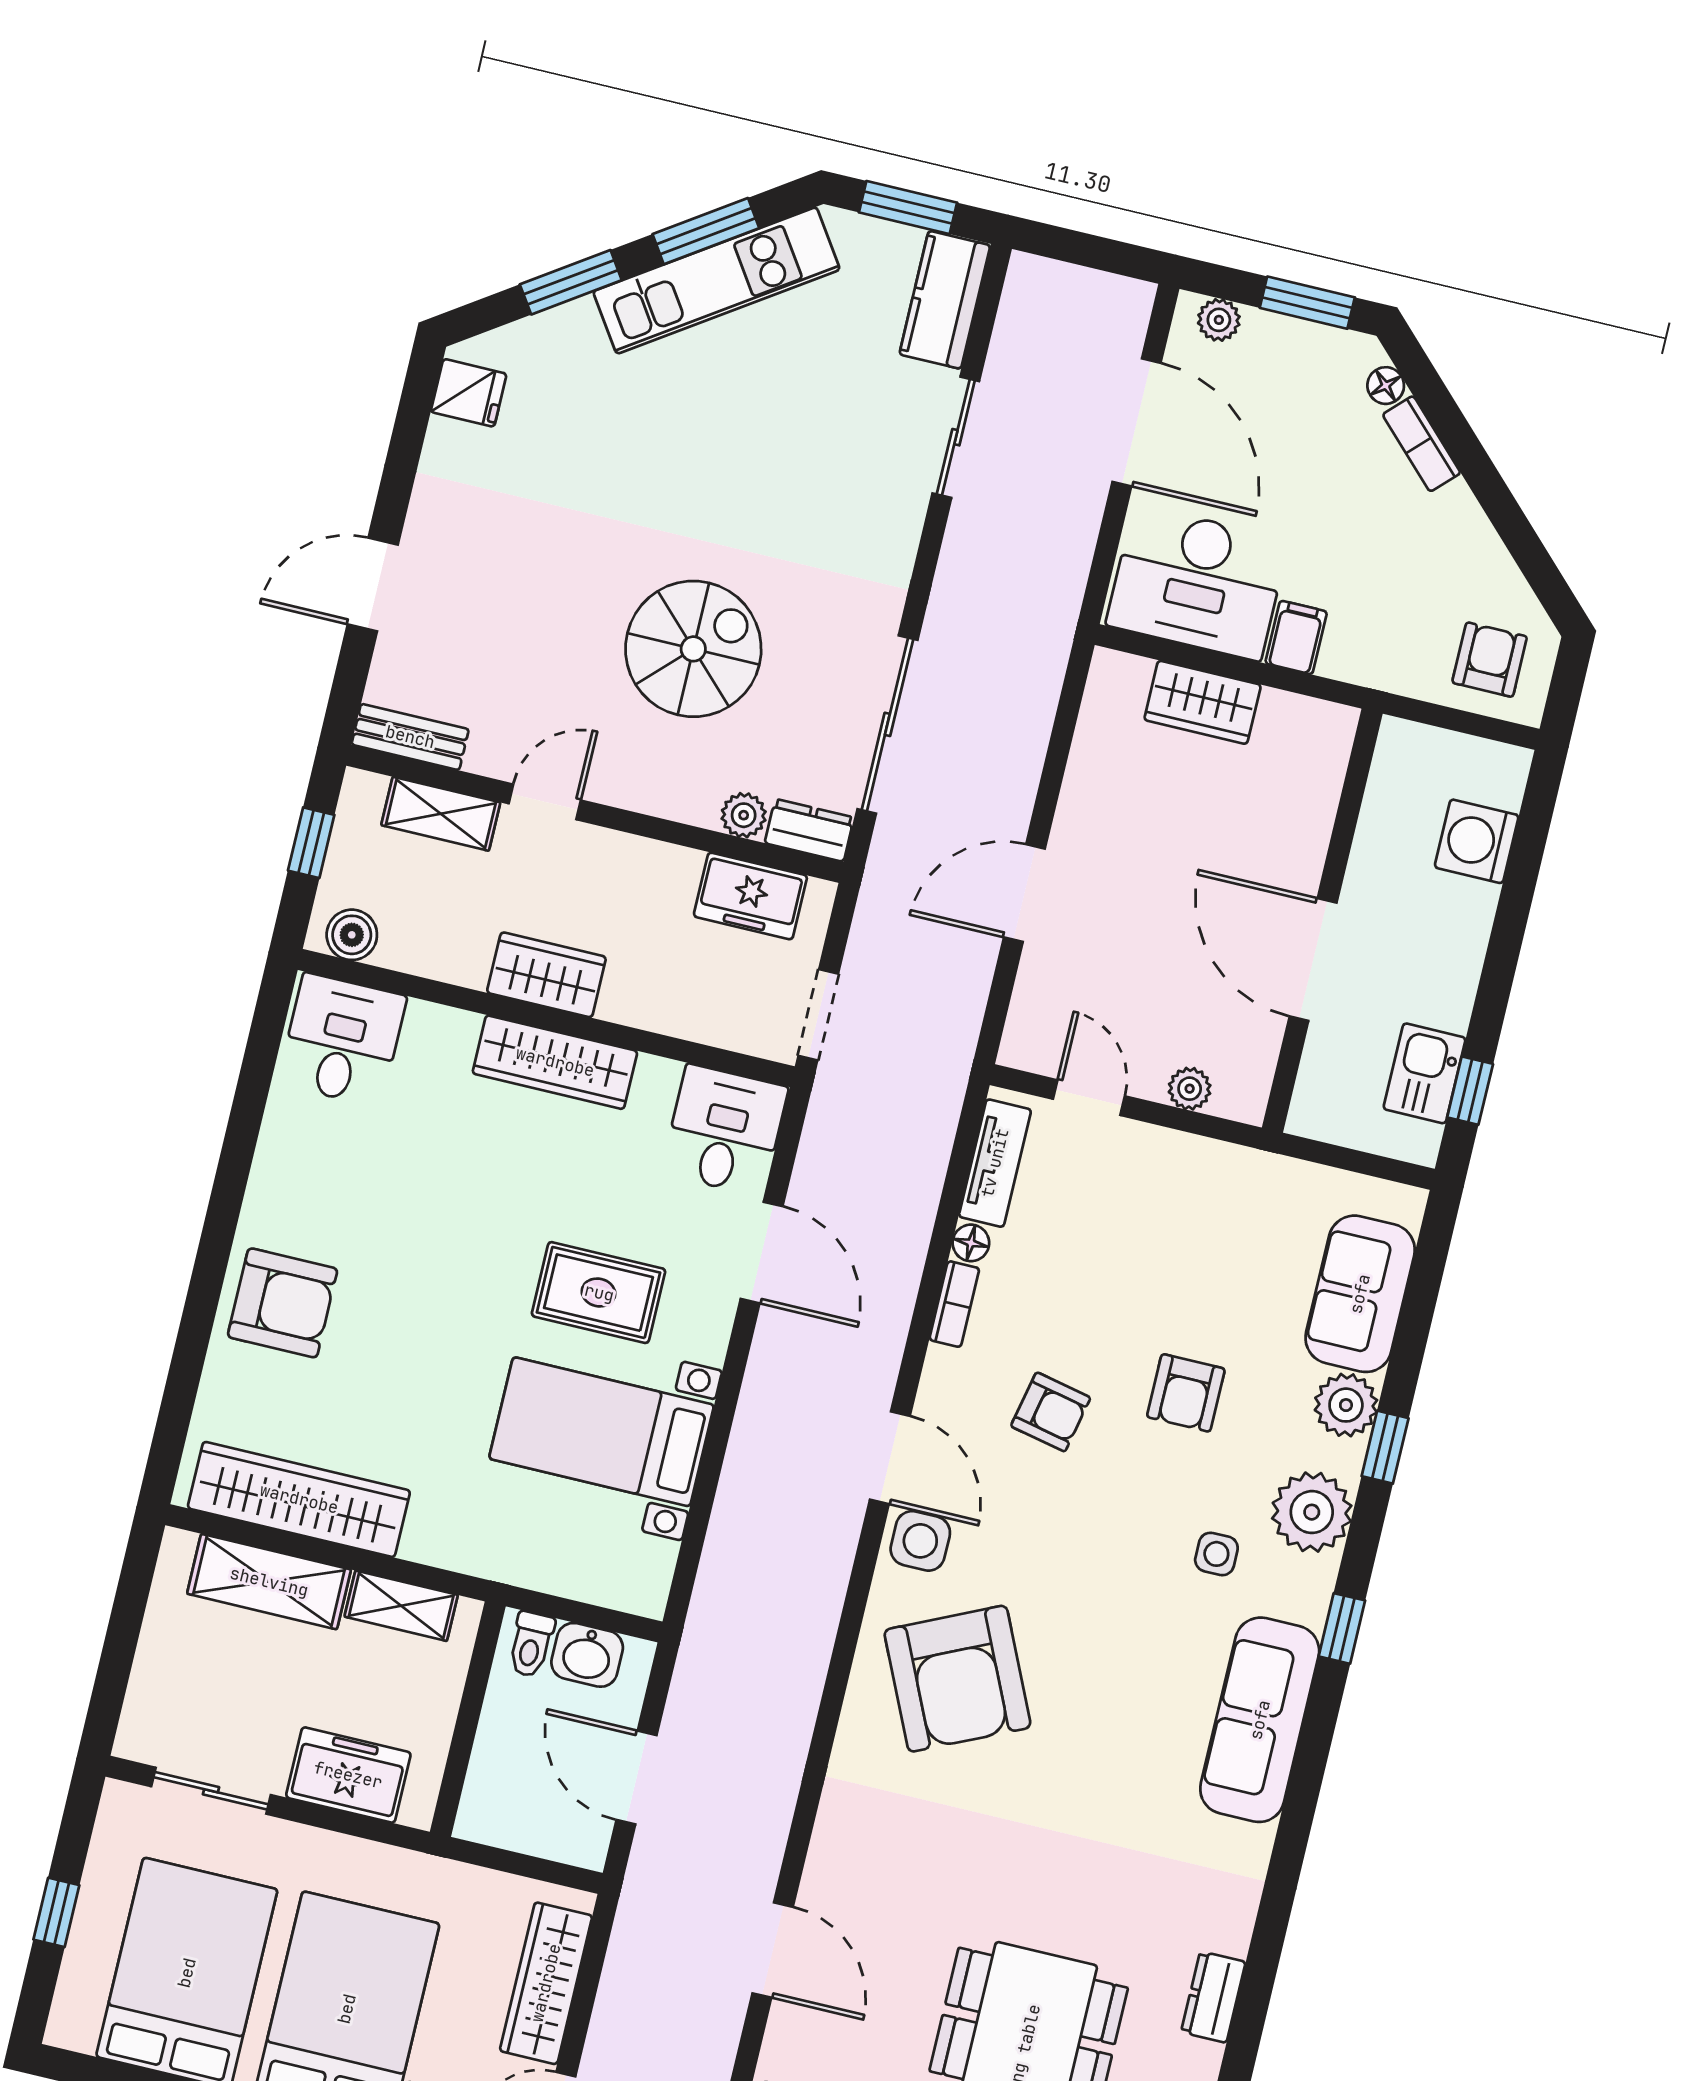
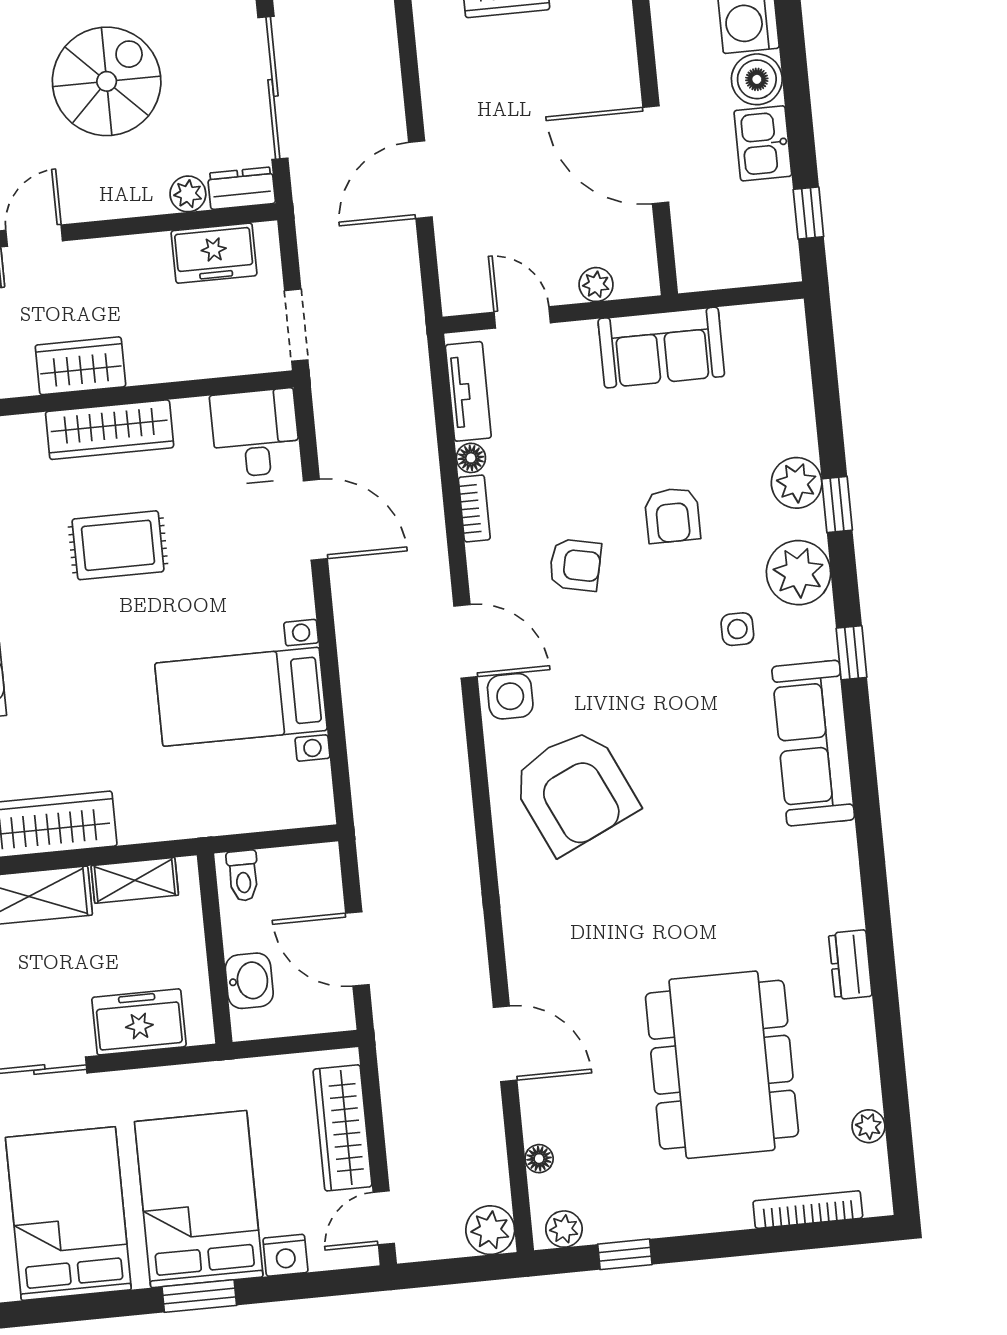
boiler: (1463, 911) -> (757, 79), added
kitchen sink: (1424, 1073) -> (763, 143), moved
rug: (599, 1293) -> (118, 545), moved
sofa: (1360, 1294) -> (661, 347), moved, turned -90
washbasin: (587, 1655) -> (249, 981), moved, turned -90

